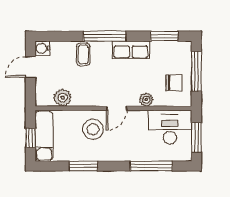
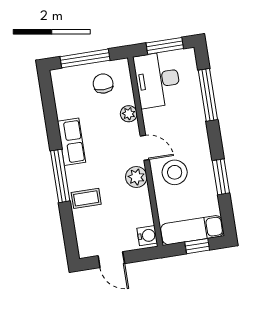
window: (164, 36) -> (49, 104), removed
water cooler: (43, 48) -> (147, 236), moved, turned -90
plant: (63, 98) -> (136, 177), moved

